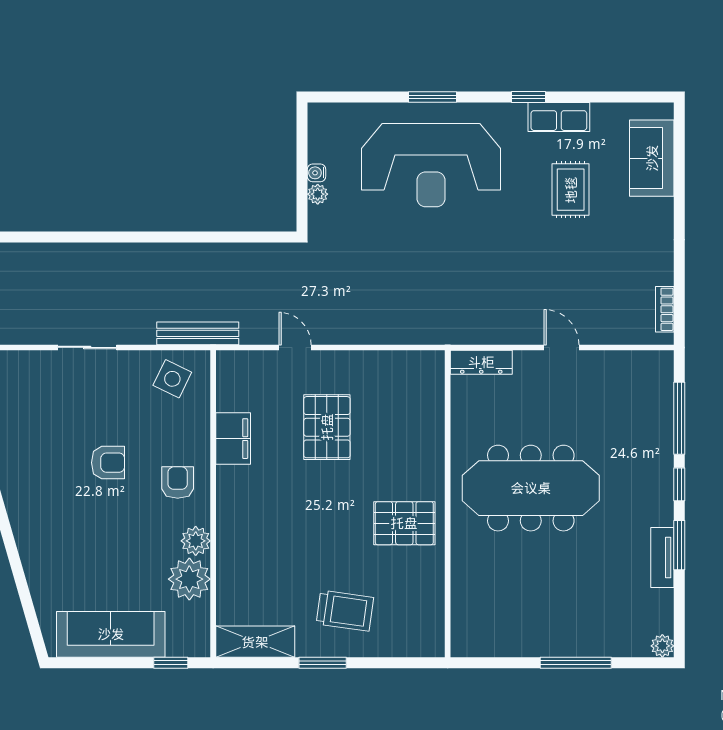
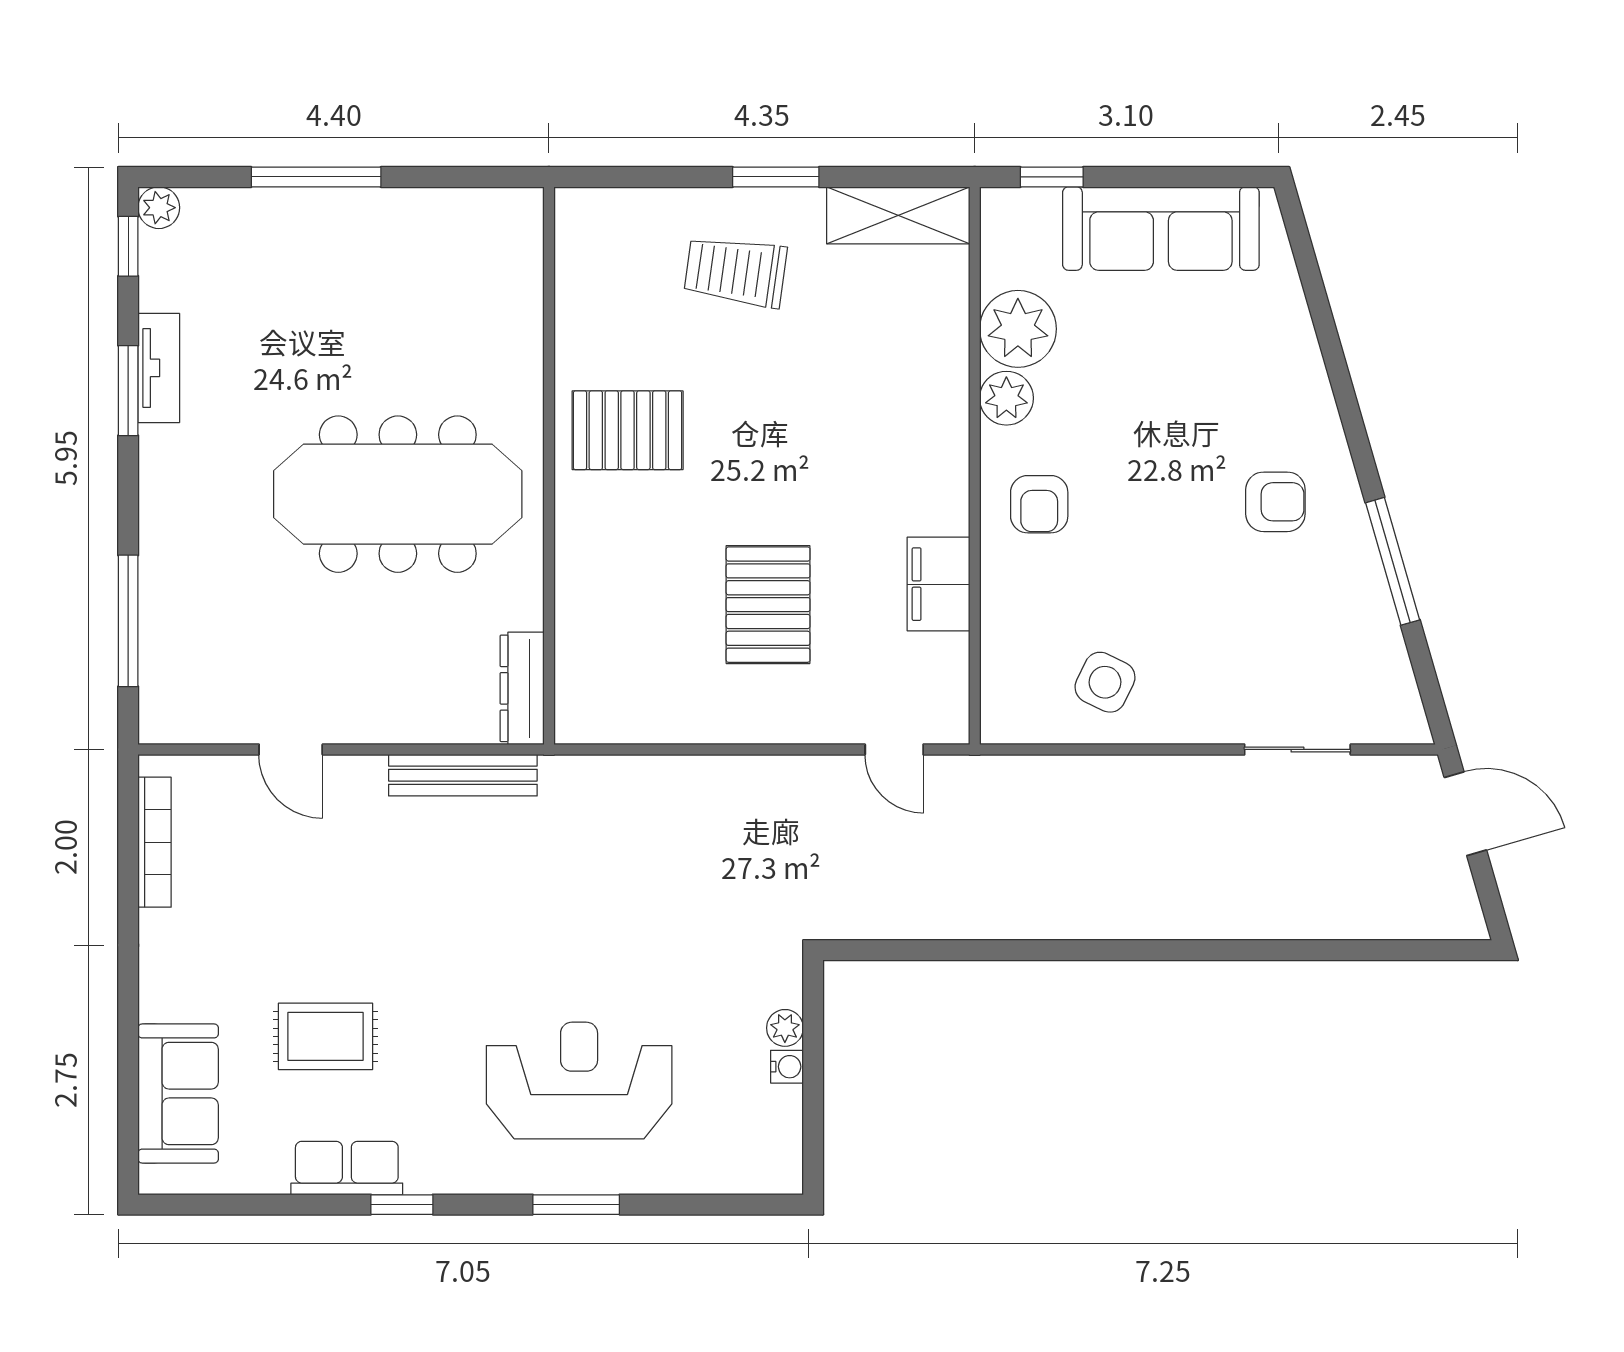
reception desk: (431, 165) -> (579, 1081), width x0.74, depth x0.77
rug: (571, 190) -> (326, 1036), turned 90
bookcase: (665, 309) -> (155, 842), width x1.56
bench: (198, 333) -> (463, 775), moved
sliding door: (87, 347) -> (1297, 749), moved
door: (295, 347) -> (894, 749), moved
door: (561, 347) -> (291, 749), moved
dresser: (481, 362) -> (522, 688), moved, turned -90
side table: (172, 379) -> (1105, 682), moved
armchair: (108, 463) -> (1275, 502), moved, turned 180
window: (679, 484) -> (128, 246), moved

